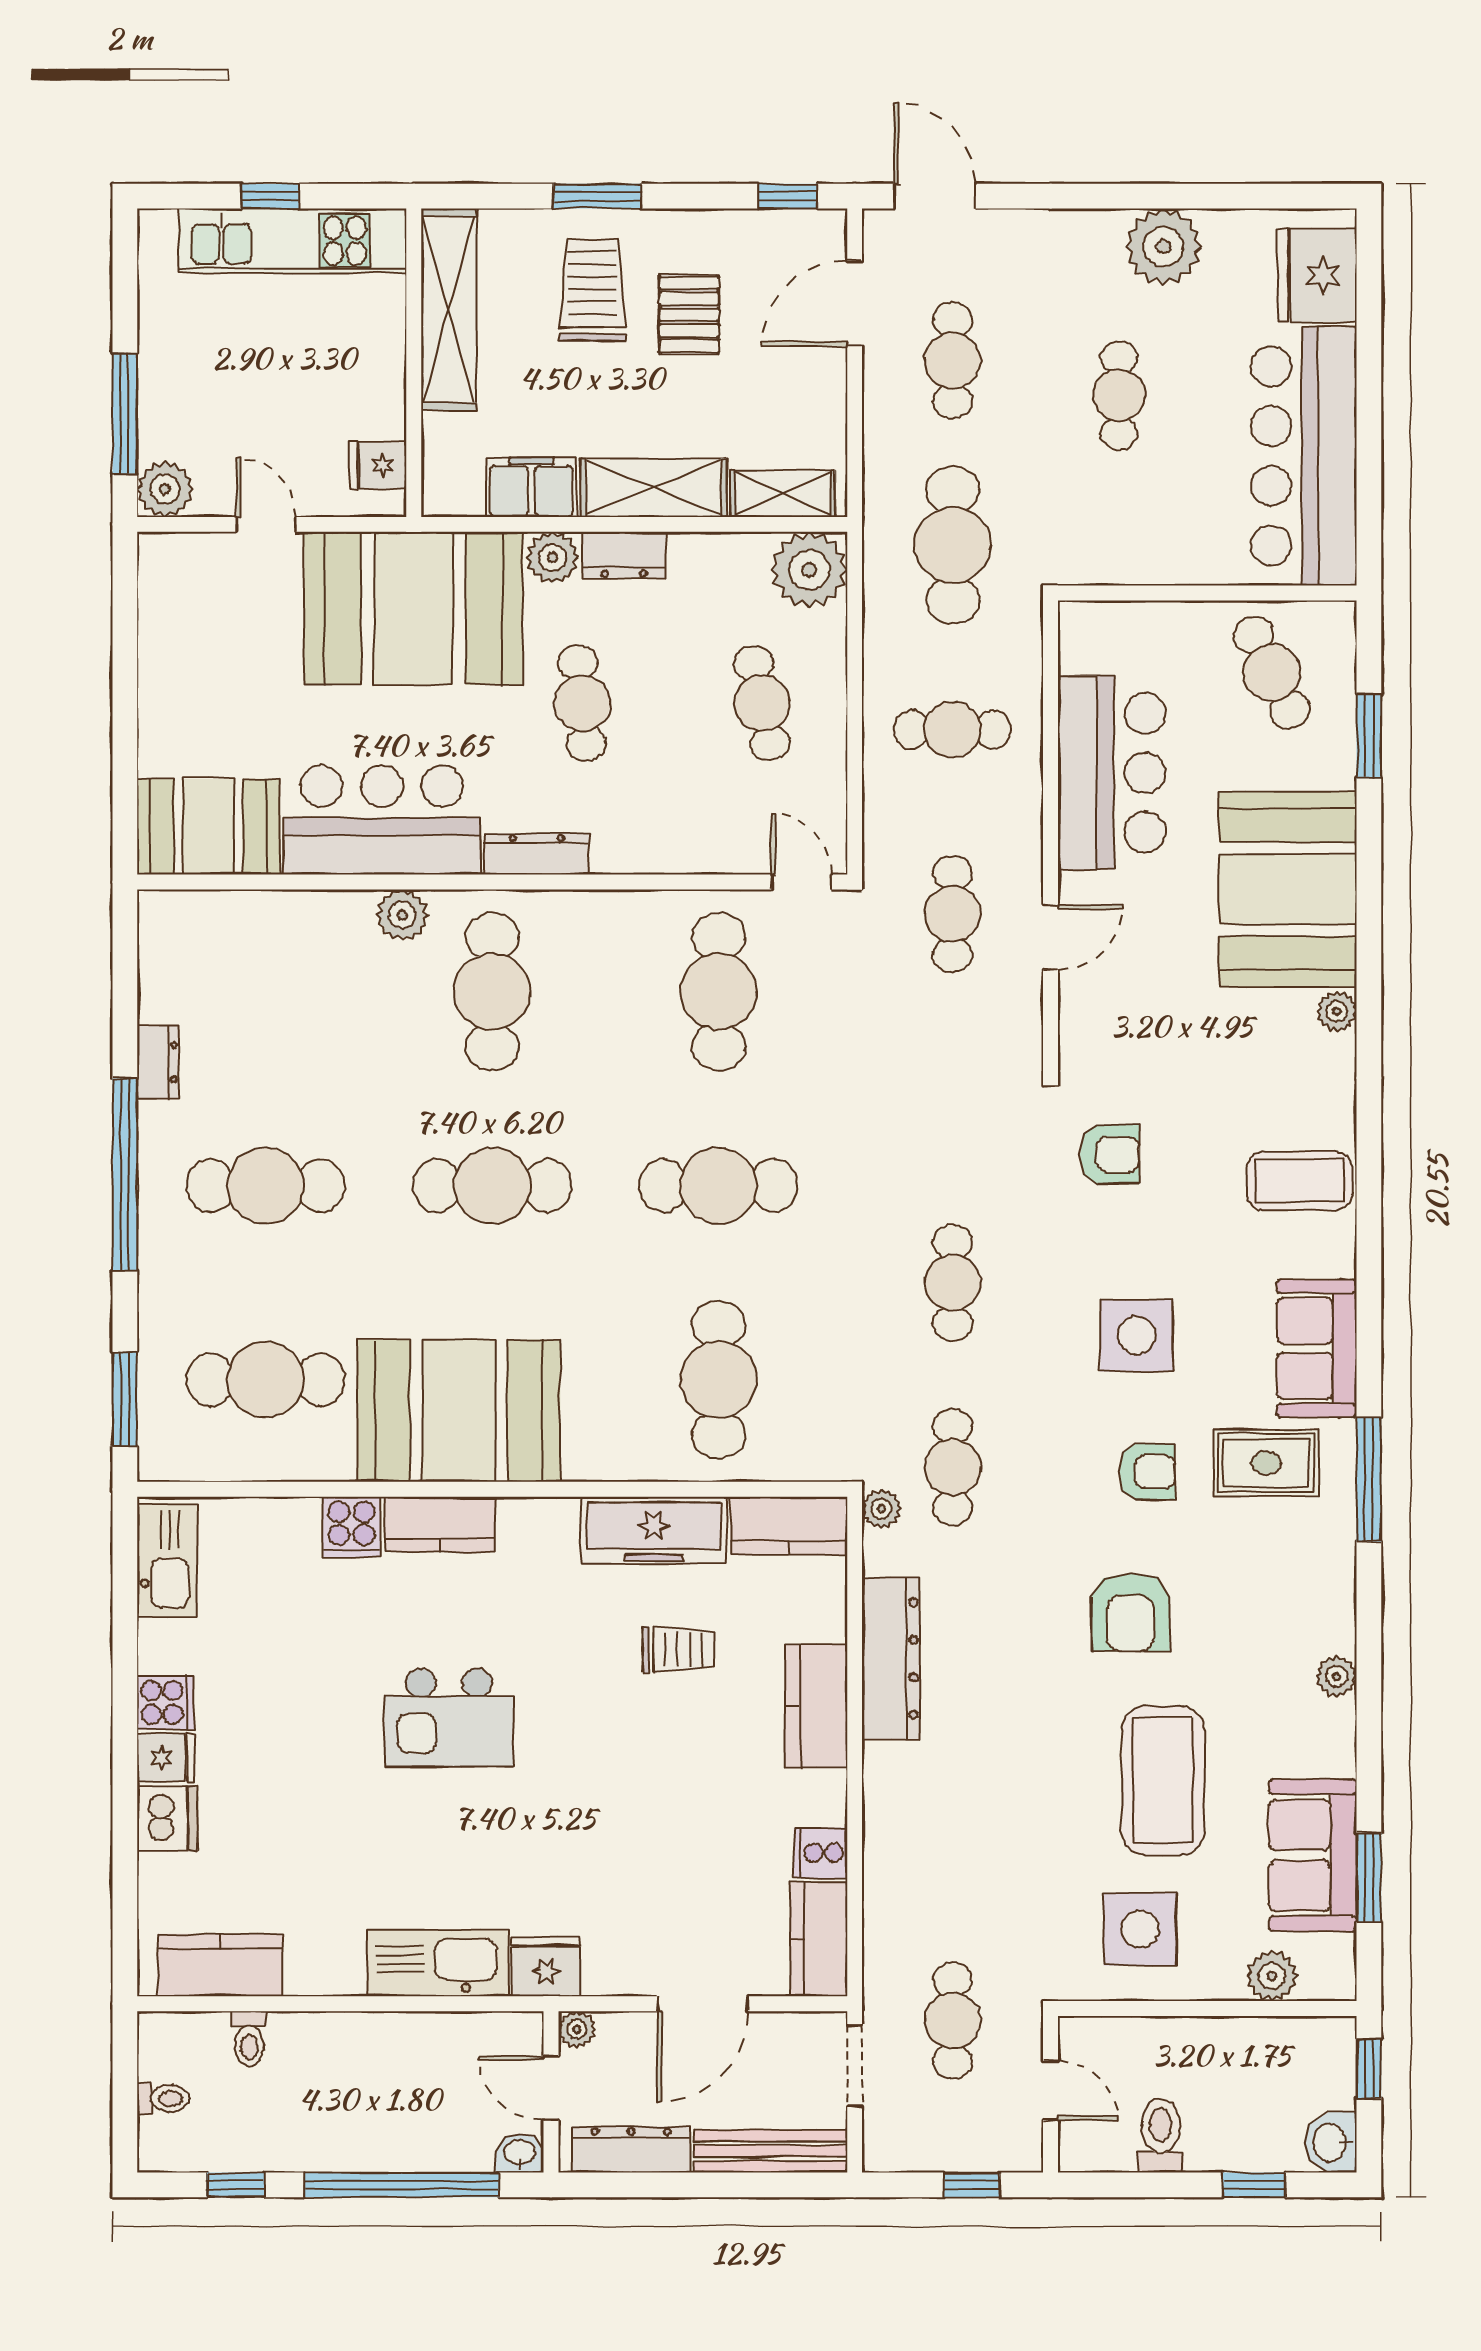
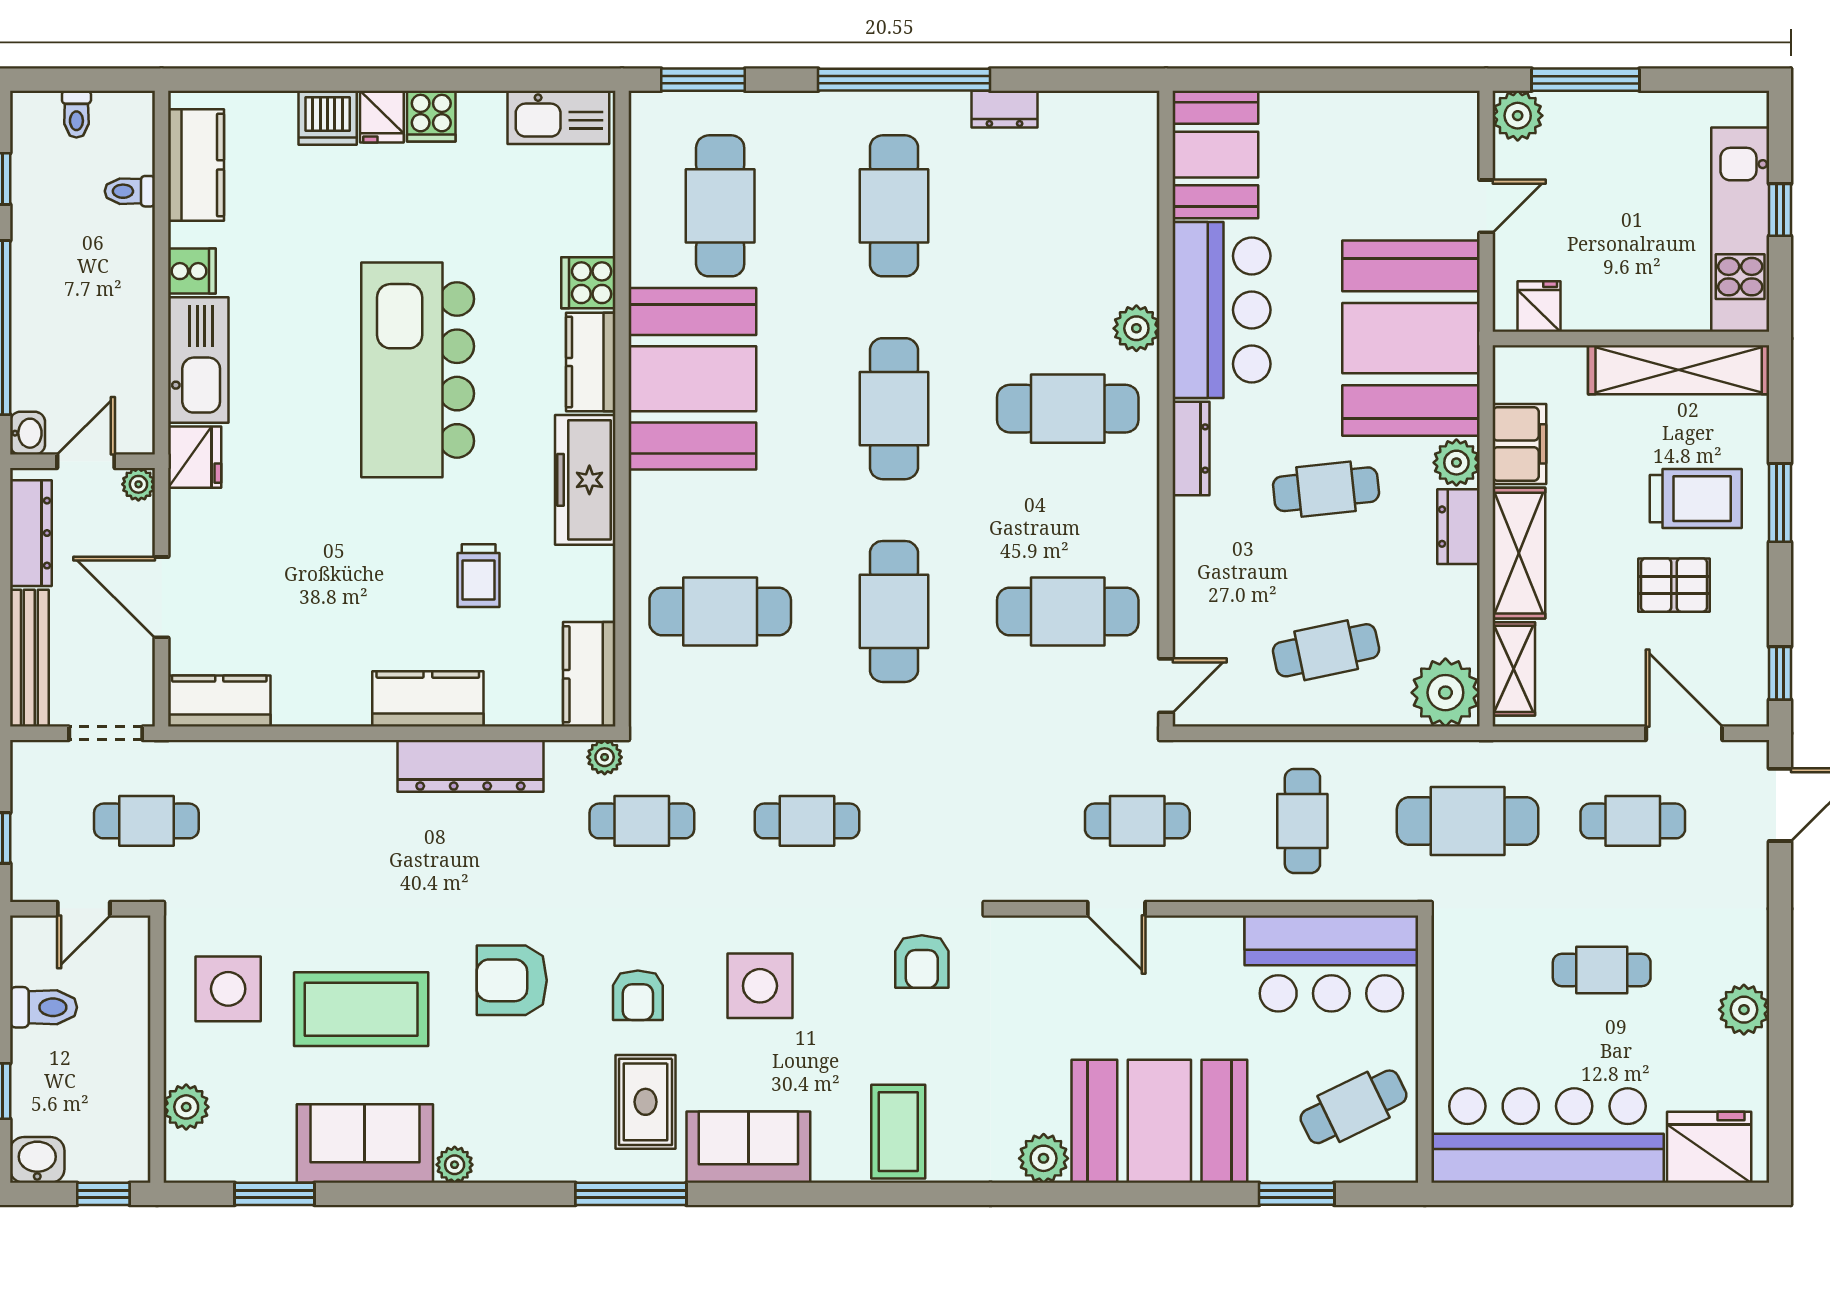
plant: (1163, 247) -> (1744, 1010), width x0.73, depth x0.73
bar counter: (1112, 773) -> (1331, 963), moved
plant: (1337, 1011) -> (1044, 1158), width x1.38, depth x1.38
freezer: (654, 1530) -> (585, 480), moved
kitchen island: (449, 1718) -> (418, 370), width x1.87, depth x1.28
cooker: (821, 1853) -> (192, 271), moved, turned 90
sofa: (1313, 1855) -> (365, 1144), moved

